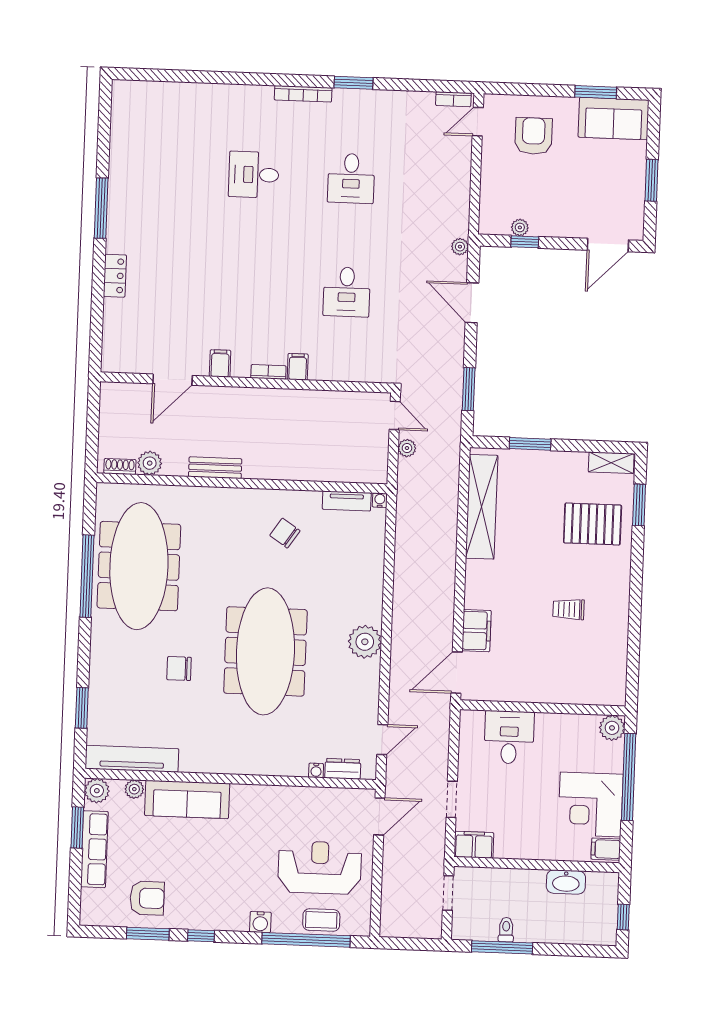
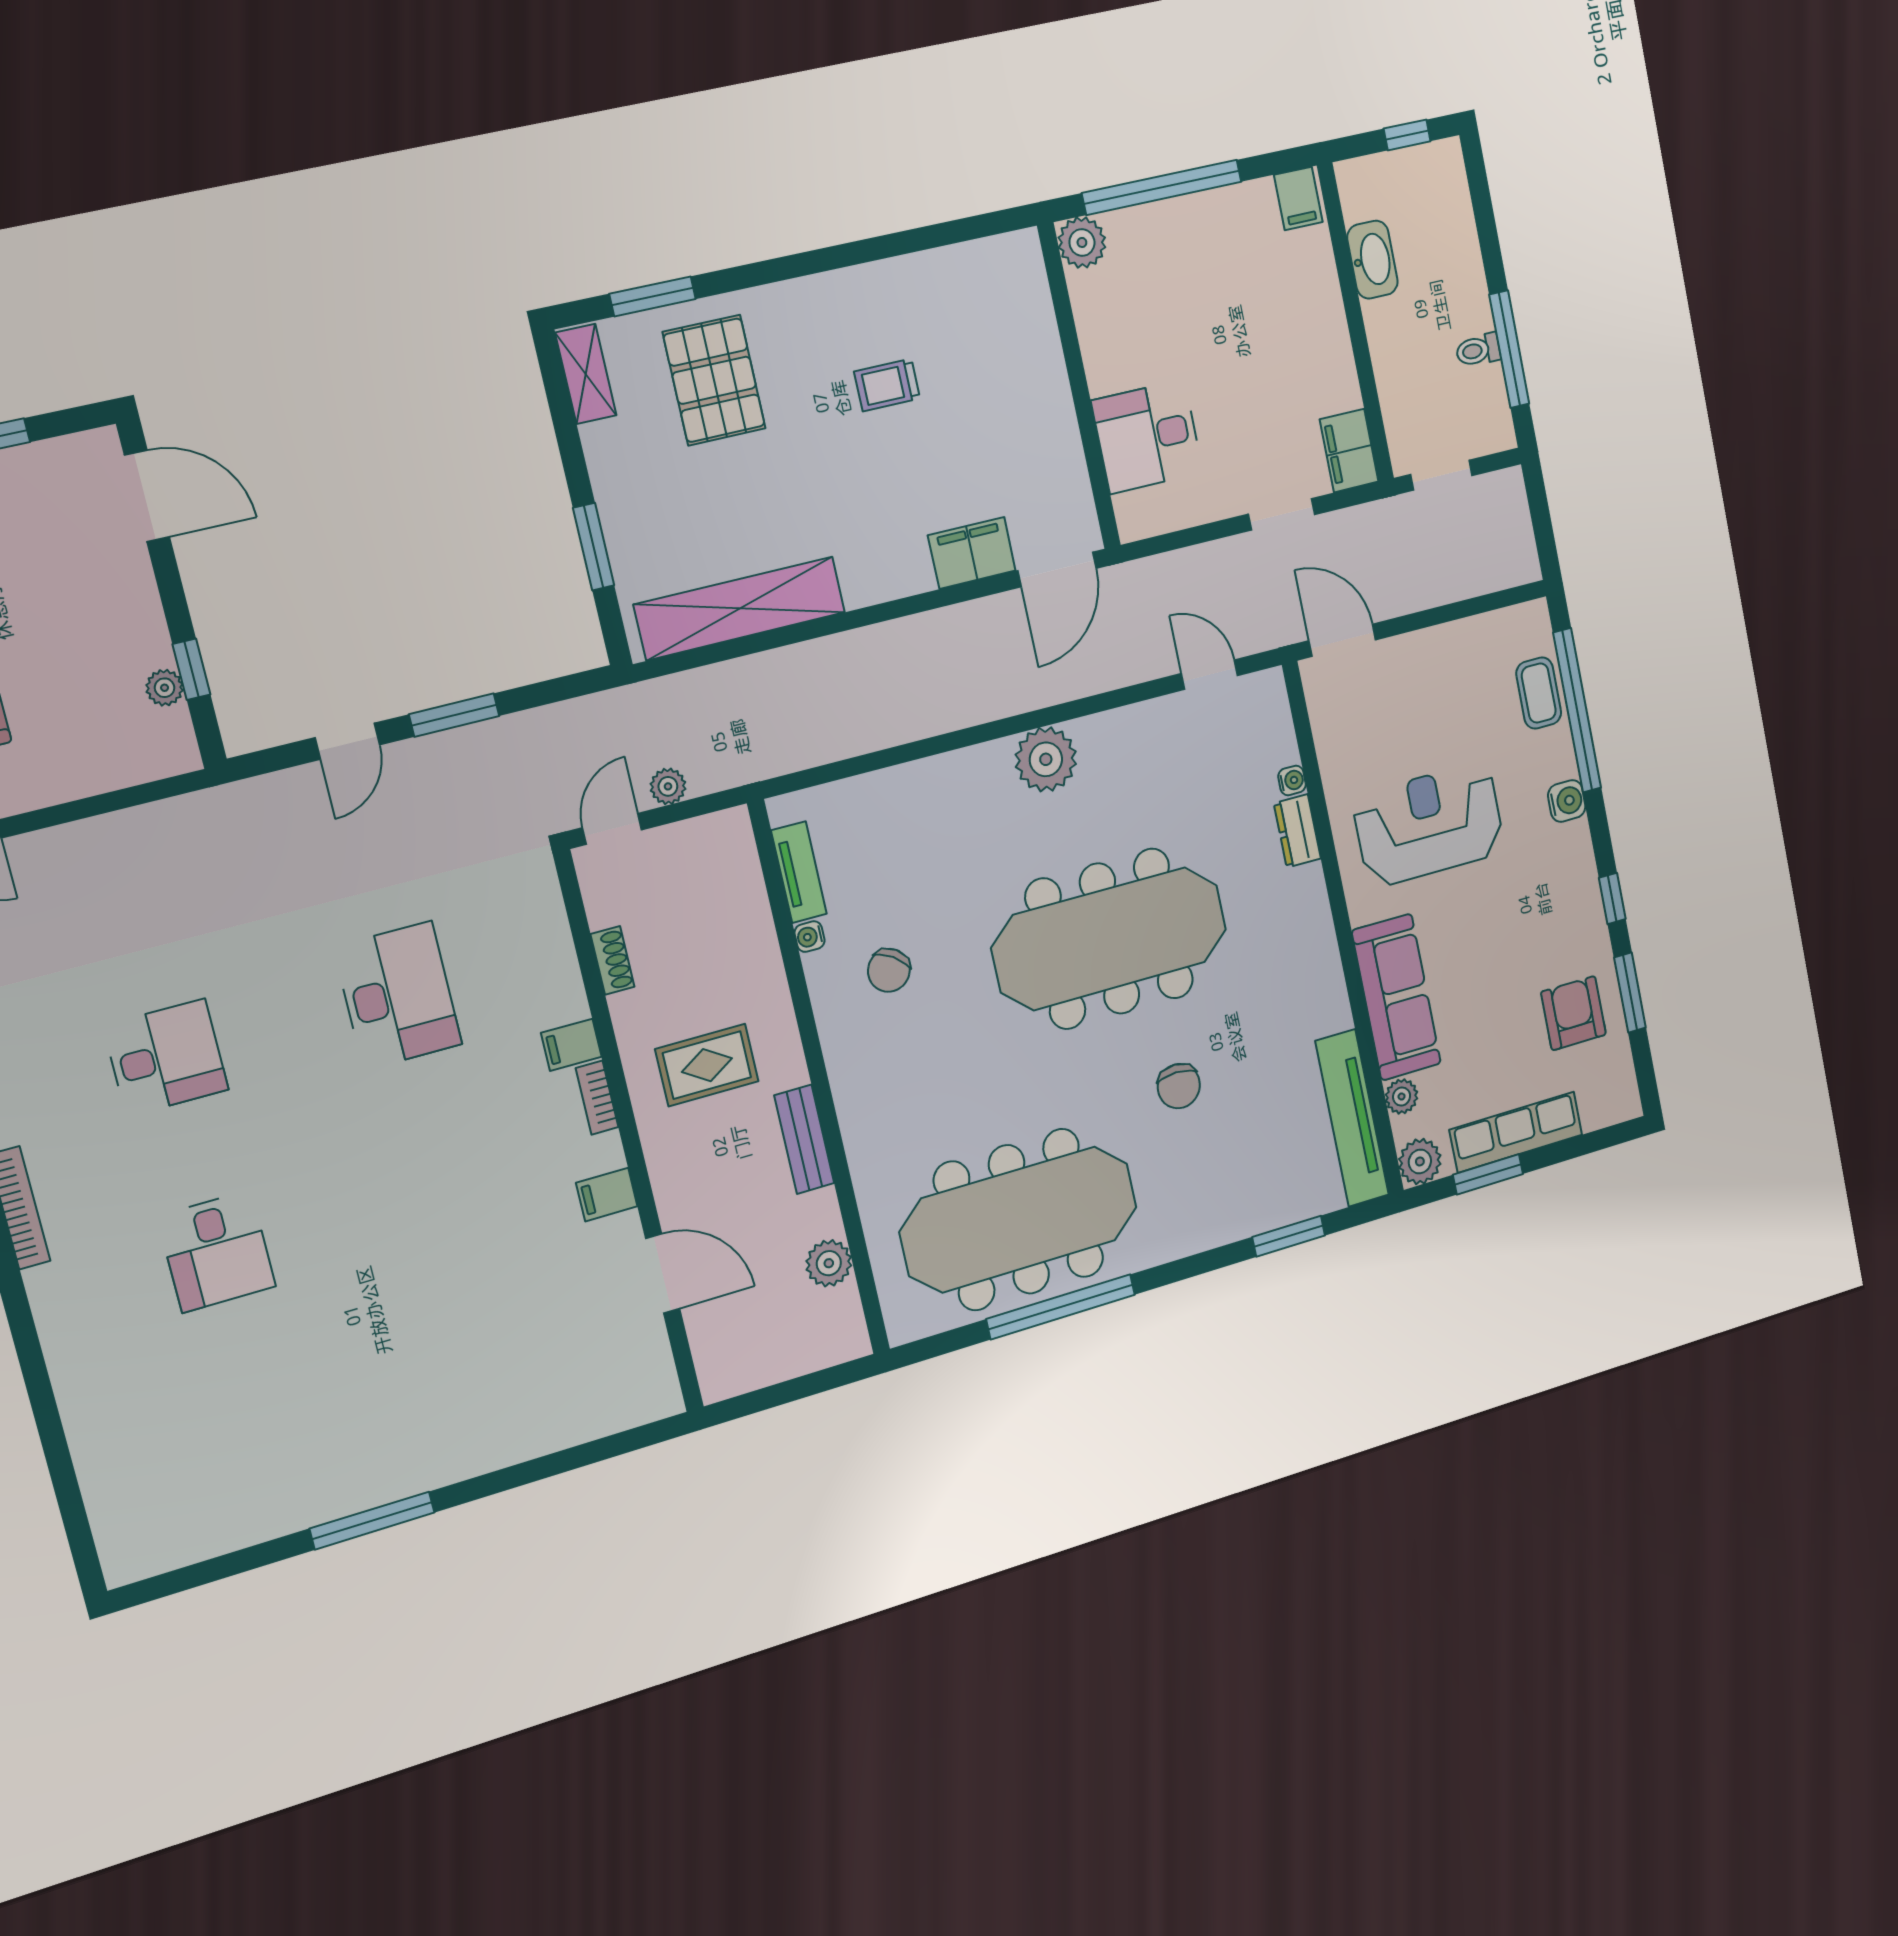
plant: (460, 247) -> (240, 798), removed
locker: (115, 276) -> (496, 1449), removed
desk: (347, 292) -> (398, 996), width x1.37
door: (472, 303) -> (347, 741), width x0.73
window: (469, 389) -> (454, 715), moved
rug: (267, 430) -> (707, 1065), added
shoe rack: (120, 466) -> (613, 961), moved, turned 180
water cooler: (380, 500) -> (810, 937), moved
trolley: (569, 609) -> (887, 385), turned 90
door: (457, 673) -> (1057, 569), hinge flipped
dresser: (343, 769) -> (1297, 831), moved
corner desk: (591, 804) -> (1228, 248), removed
reception desk: (320, 868) -> (1429, 824), moved, turned 90

